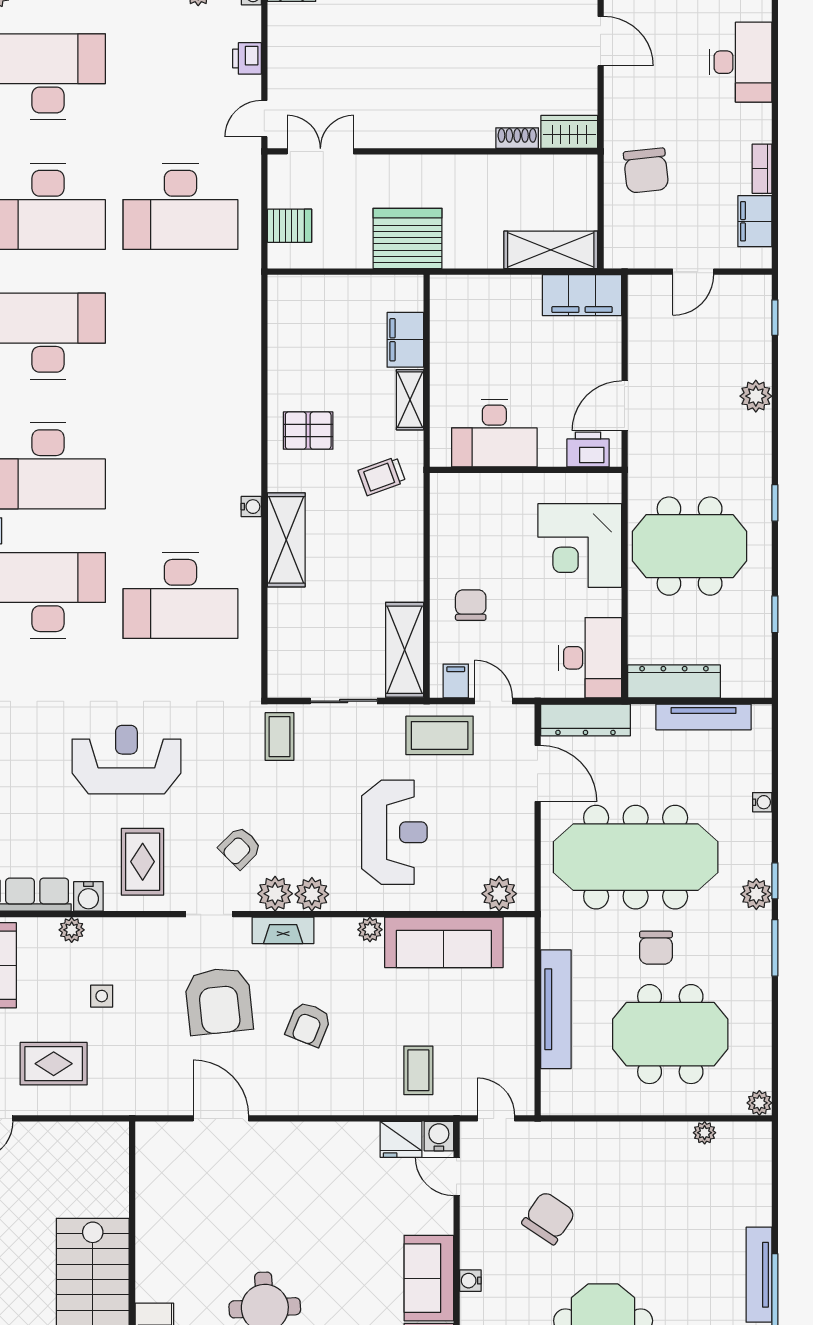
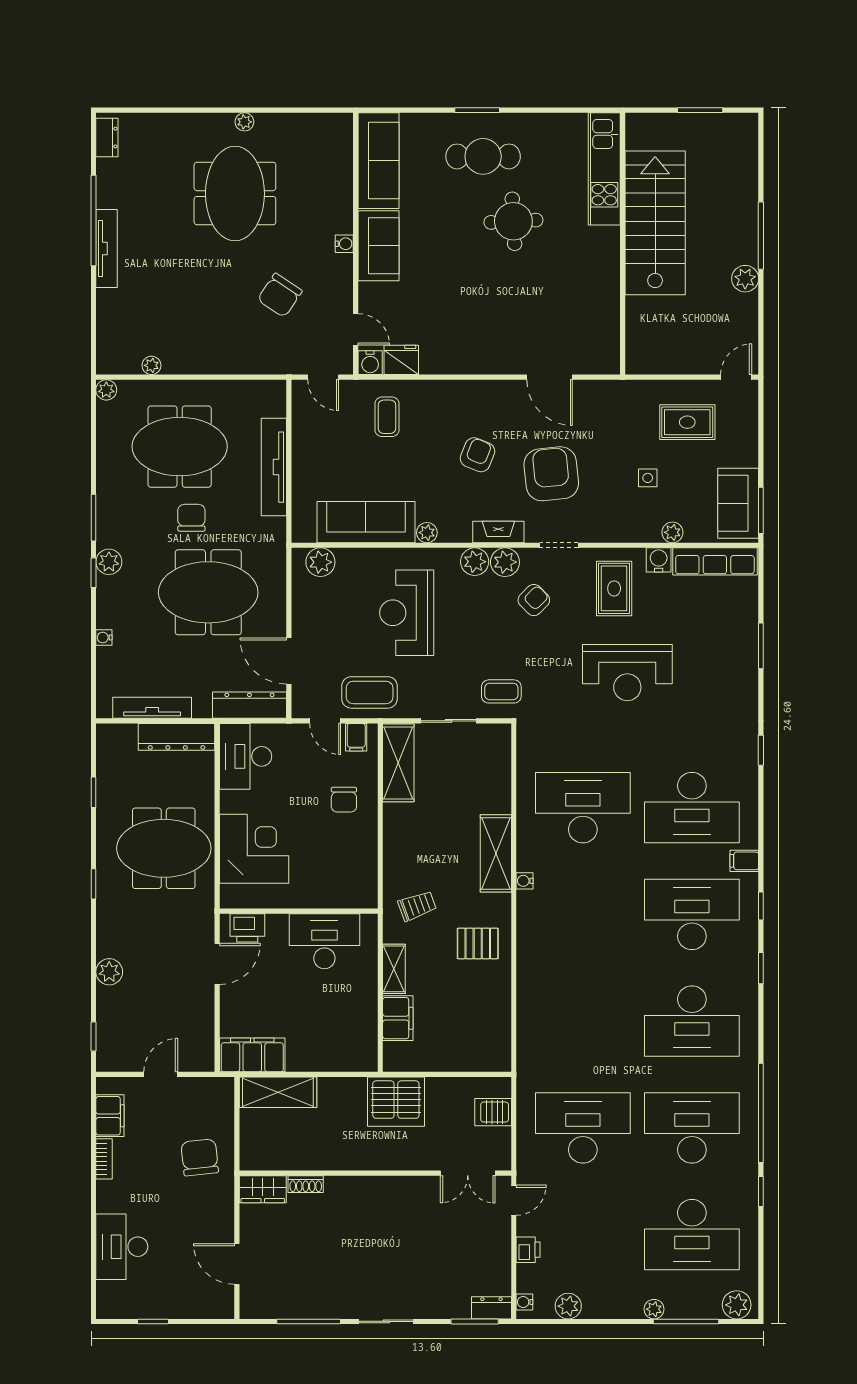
coffee table: (279, 737) -> (501, 691), turned 90
meeting table: (636, 857) -> (208, 592), width x0.73

